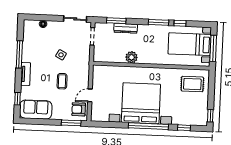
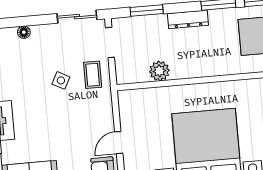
dresser: (126, 28) -> (188, 19), moved
plant: (132, 57) -> (159, 71), moved
coffee table: (62, 81) -> (93, 75), moved

